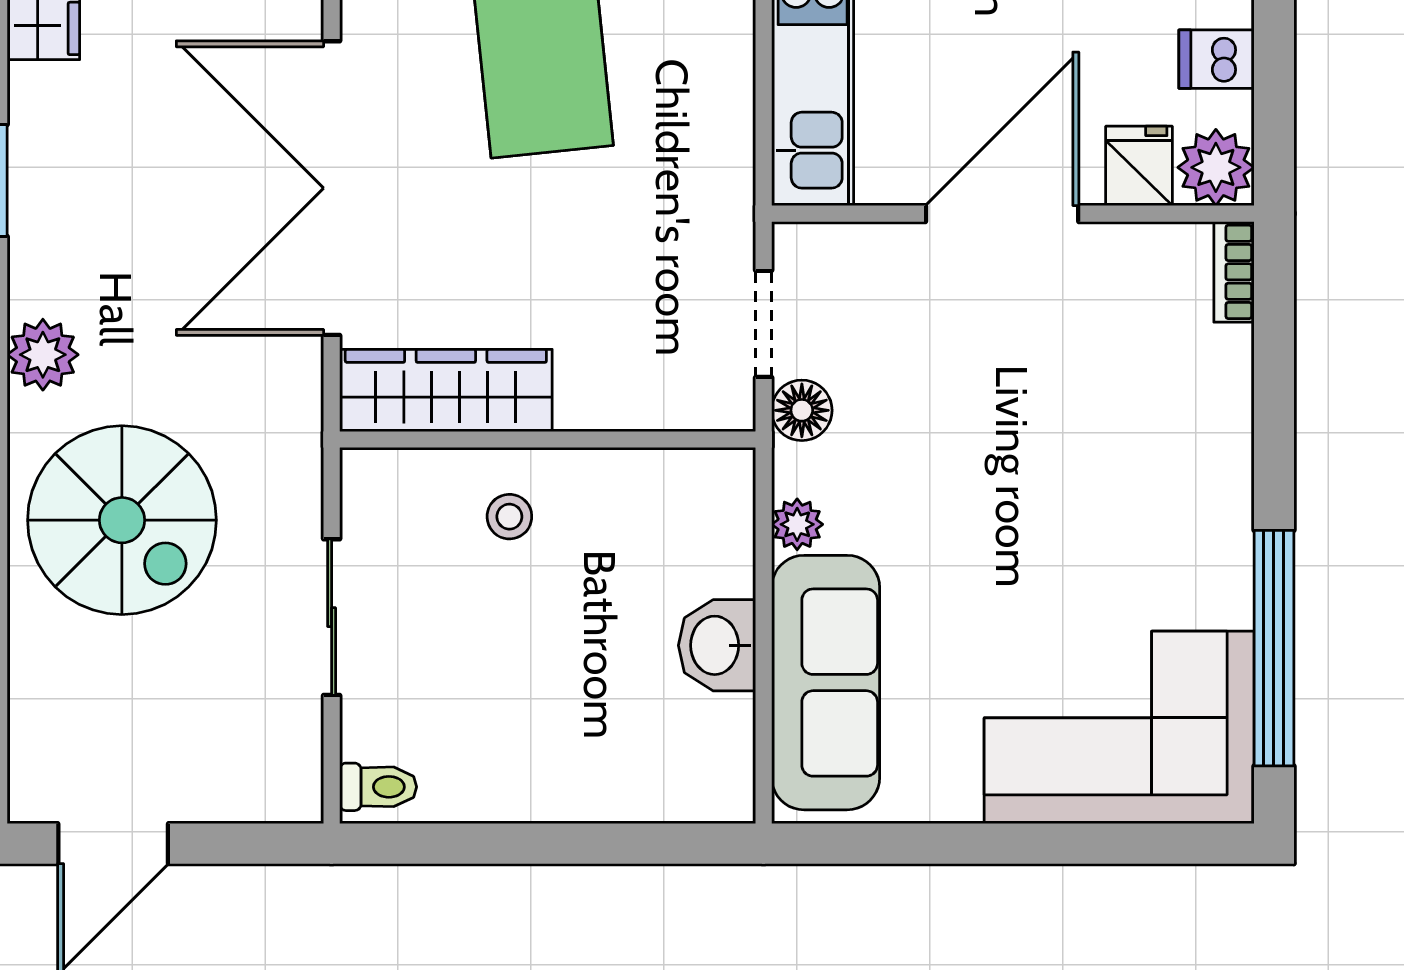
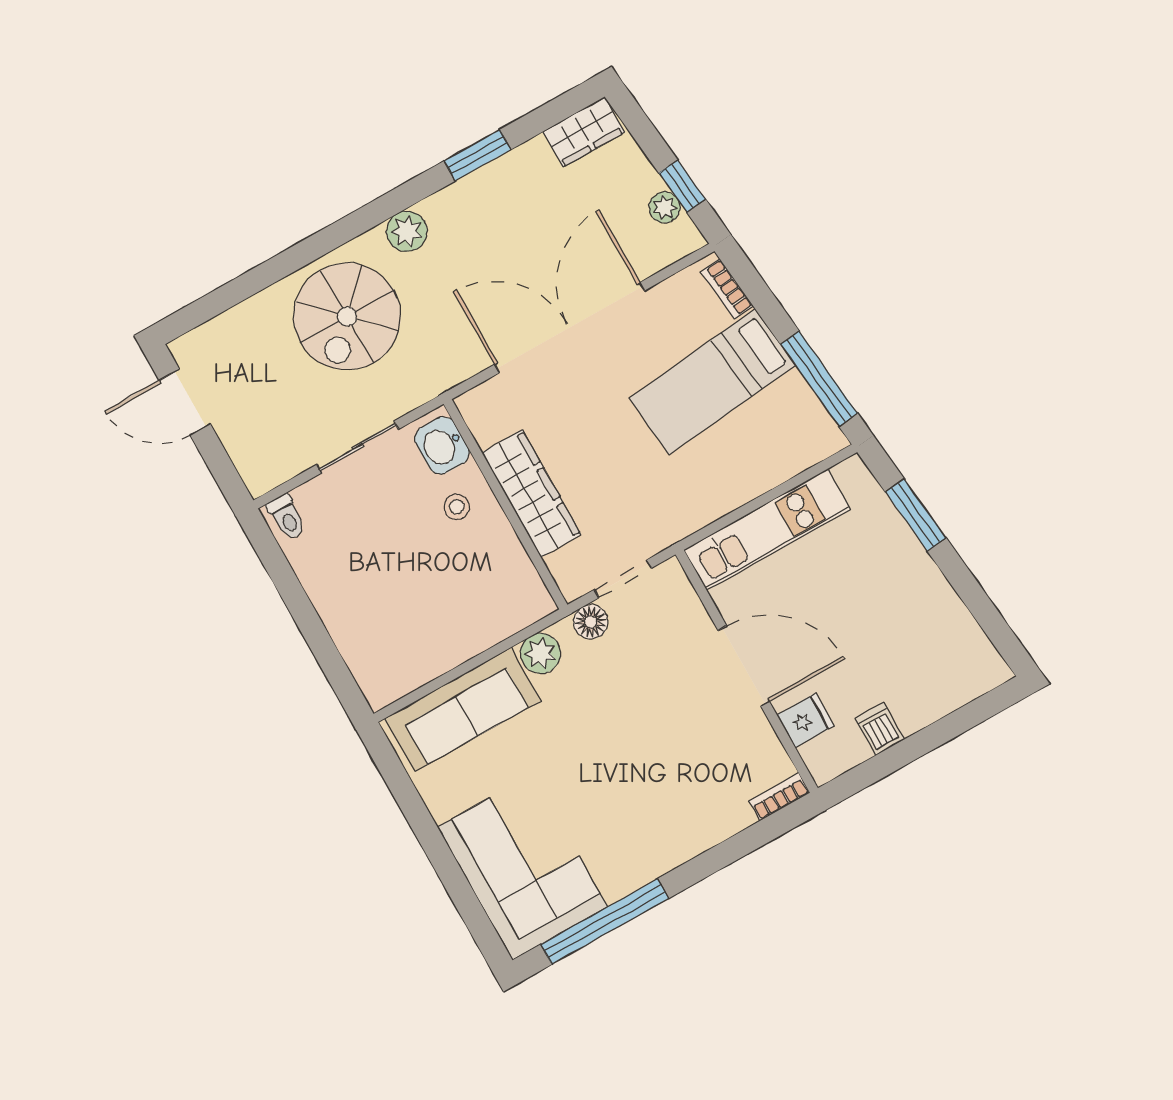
plant: (1216, 167) -> (826, 759), removed
wardrobe: (446, 390) -> (531, 494), moved
plant: (797, 524) -> (541, 653), width x1.38, depth x1.38
washbasin: (717, 645) -> (442, 446), moved, turned -90

